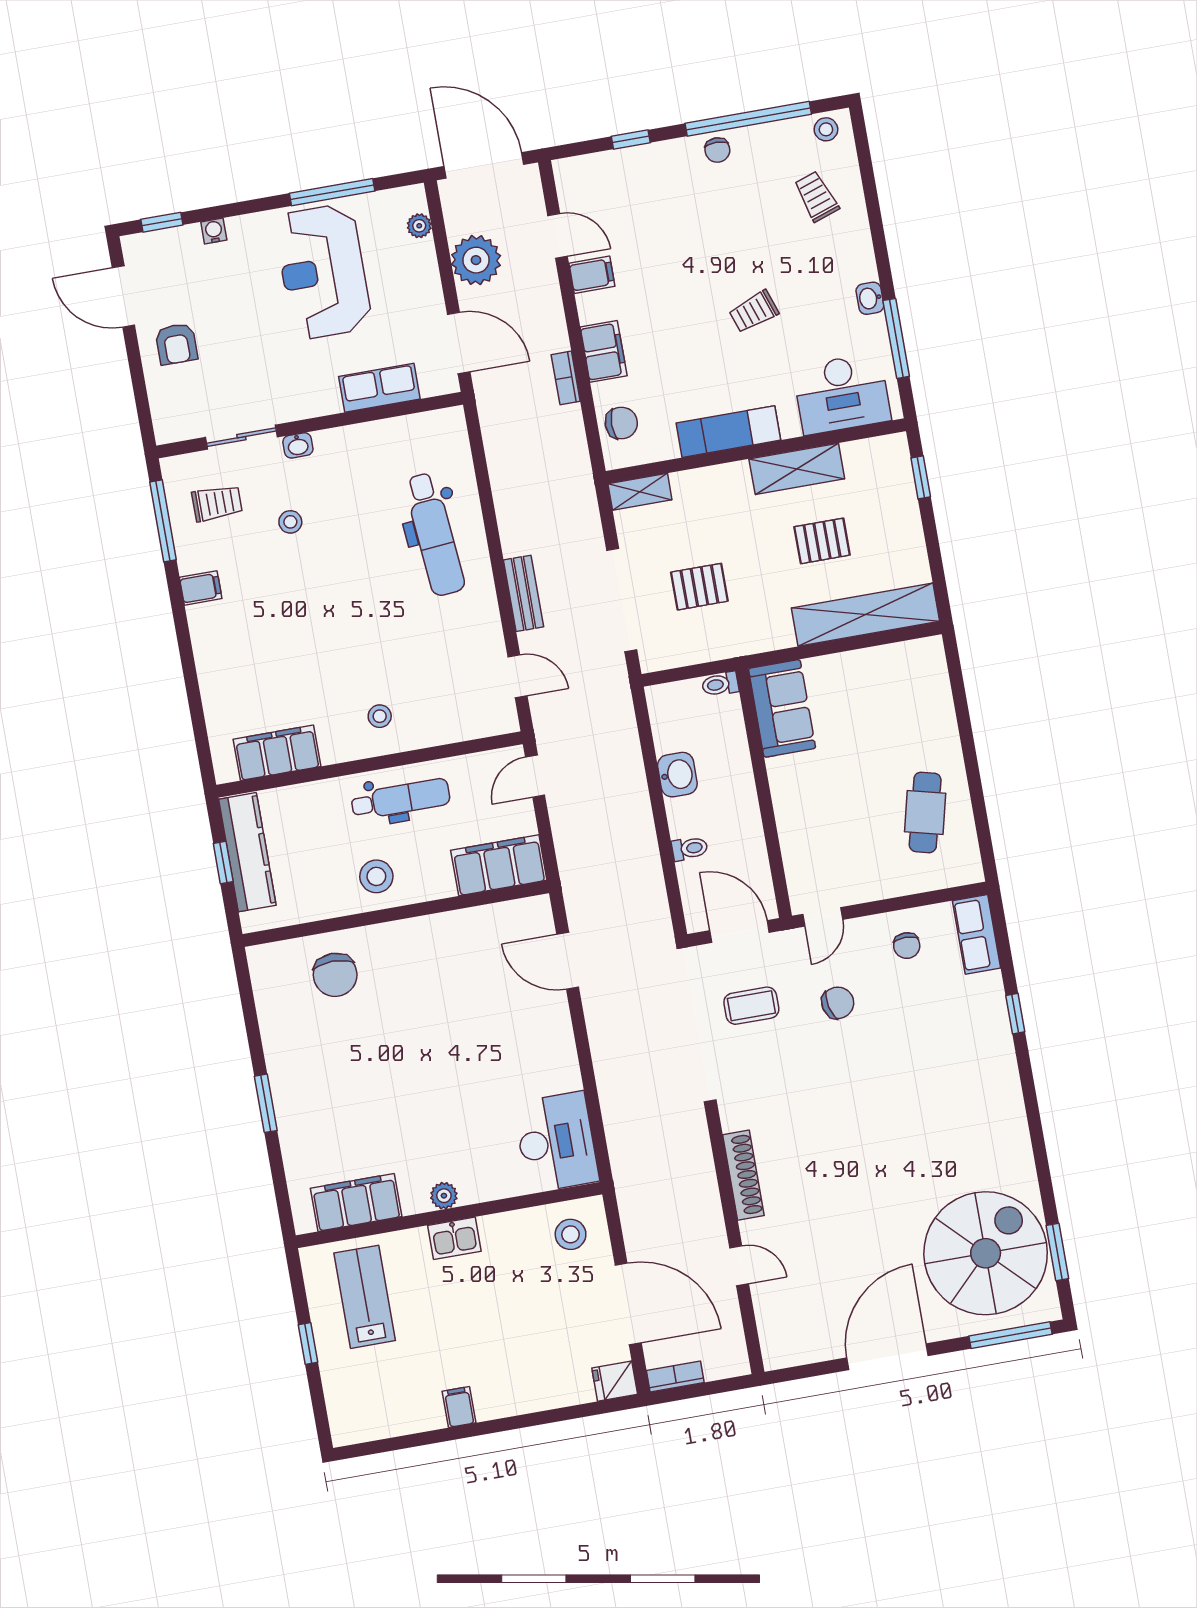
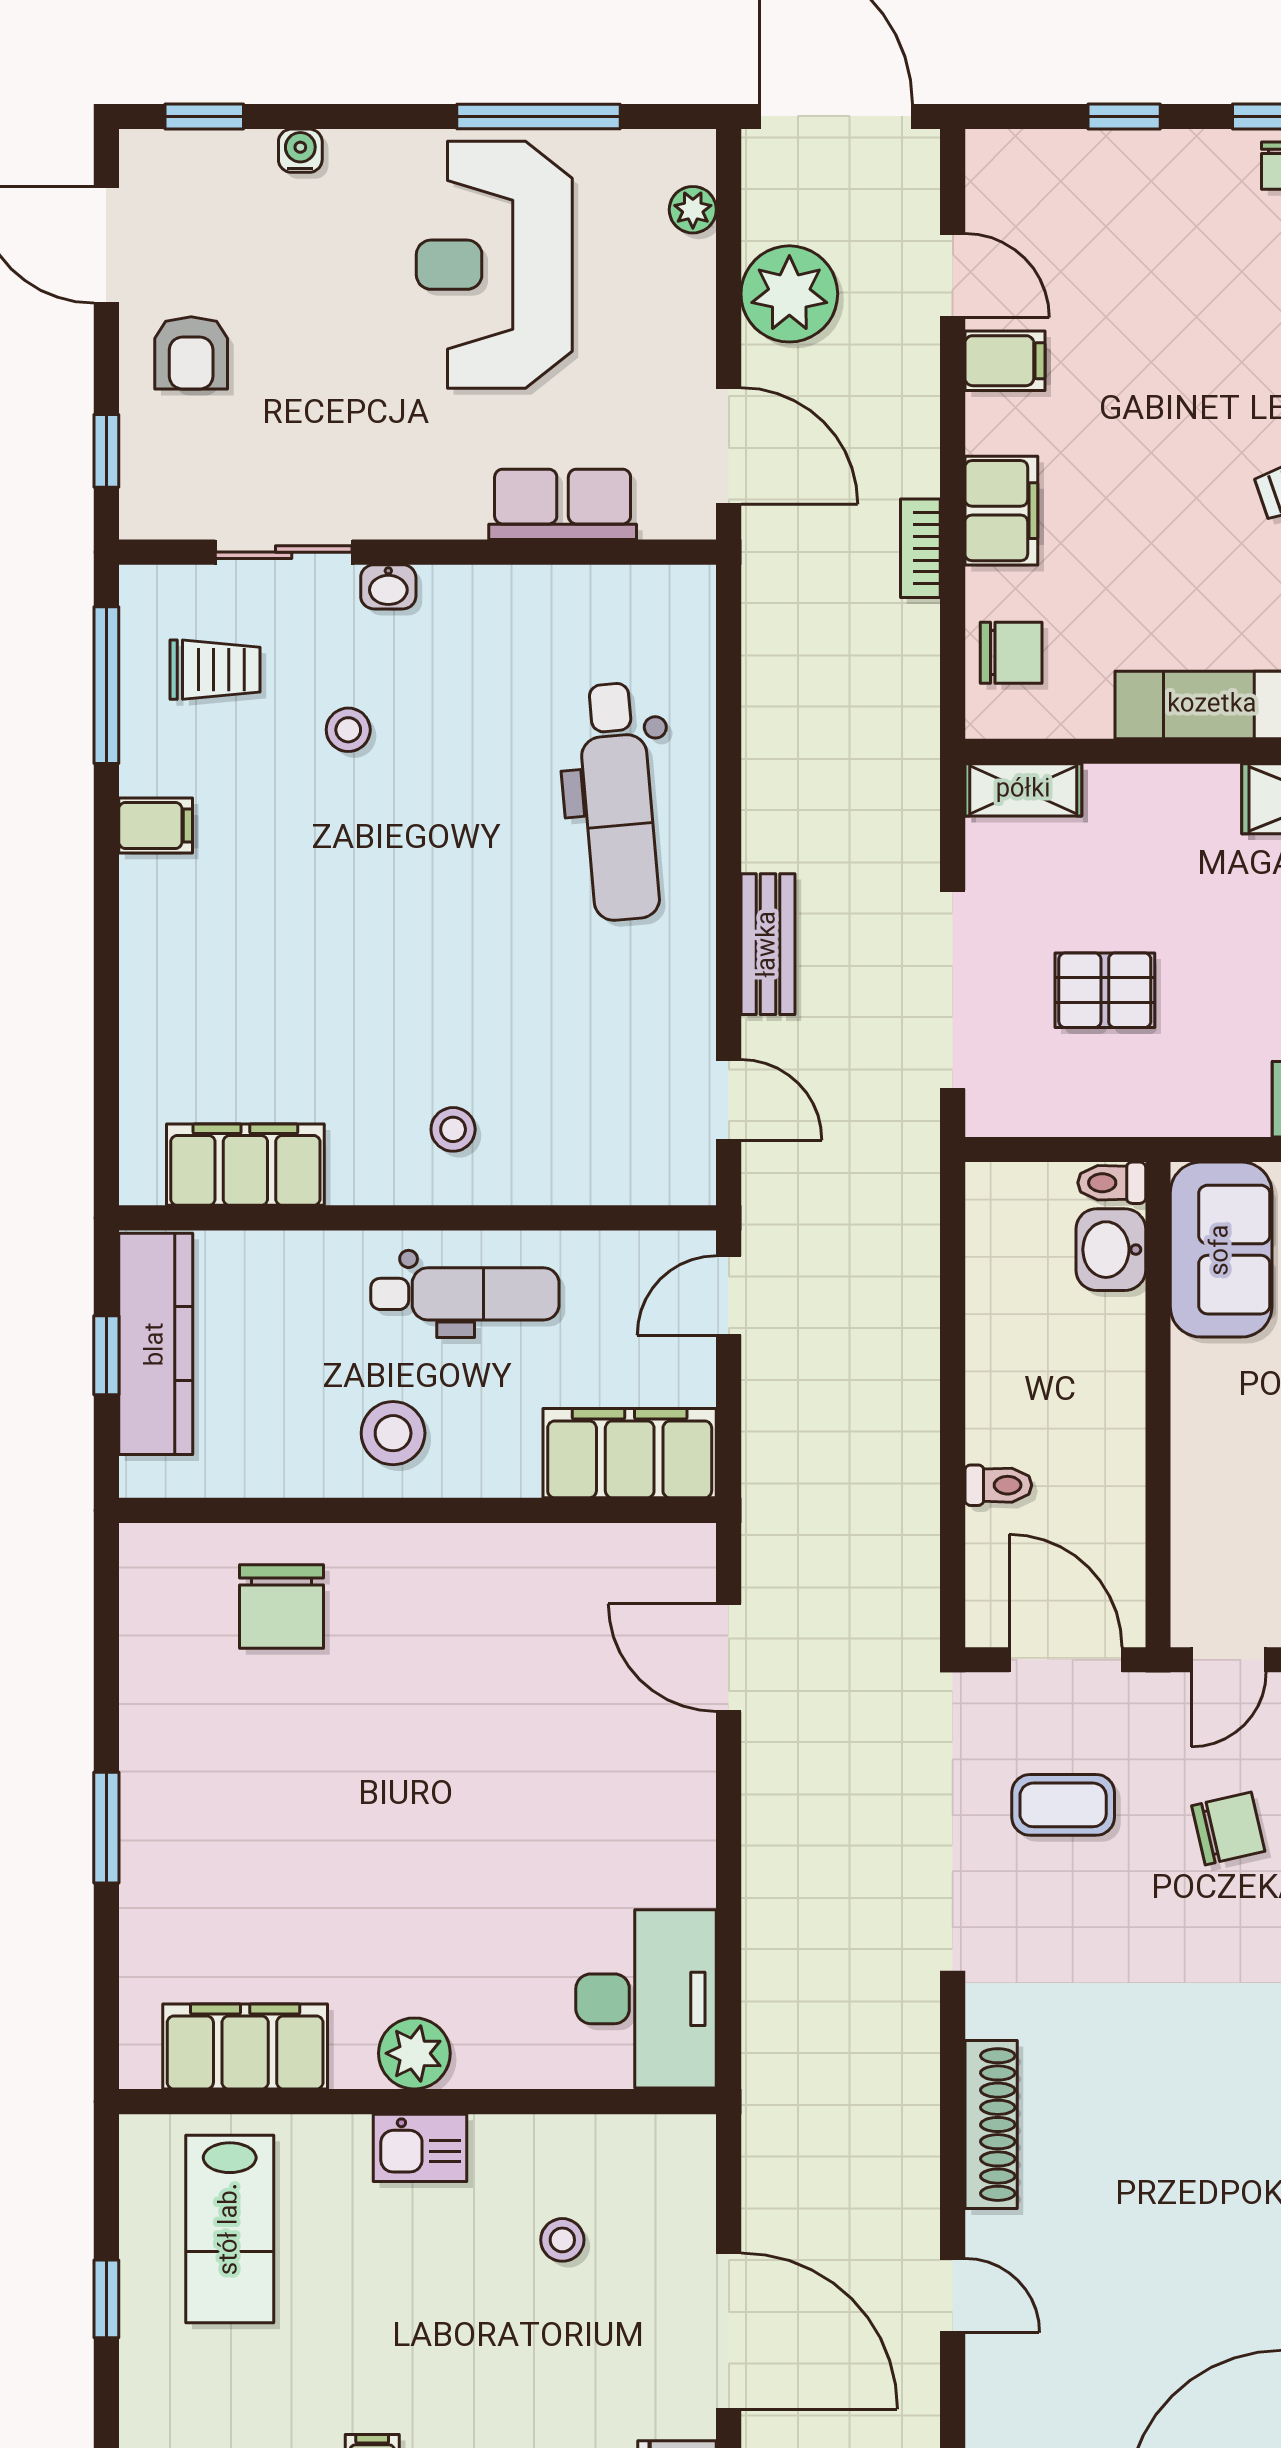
window: (142, 401) -> (106, 451), added
washbasin: (677, 775) -> (1111, 1250), moved, turned 180
plant: (444, 1196) -> (414, 2053), width x1.38, depth x1.38
stool: (571, 1234) -> (562, 2240), moved, width x0.73, depth x0.73
lab bench: (365, 1297) -> (230, 2229), turned 180

